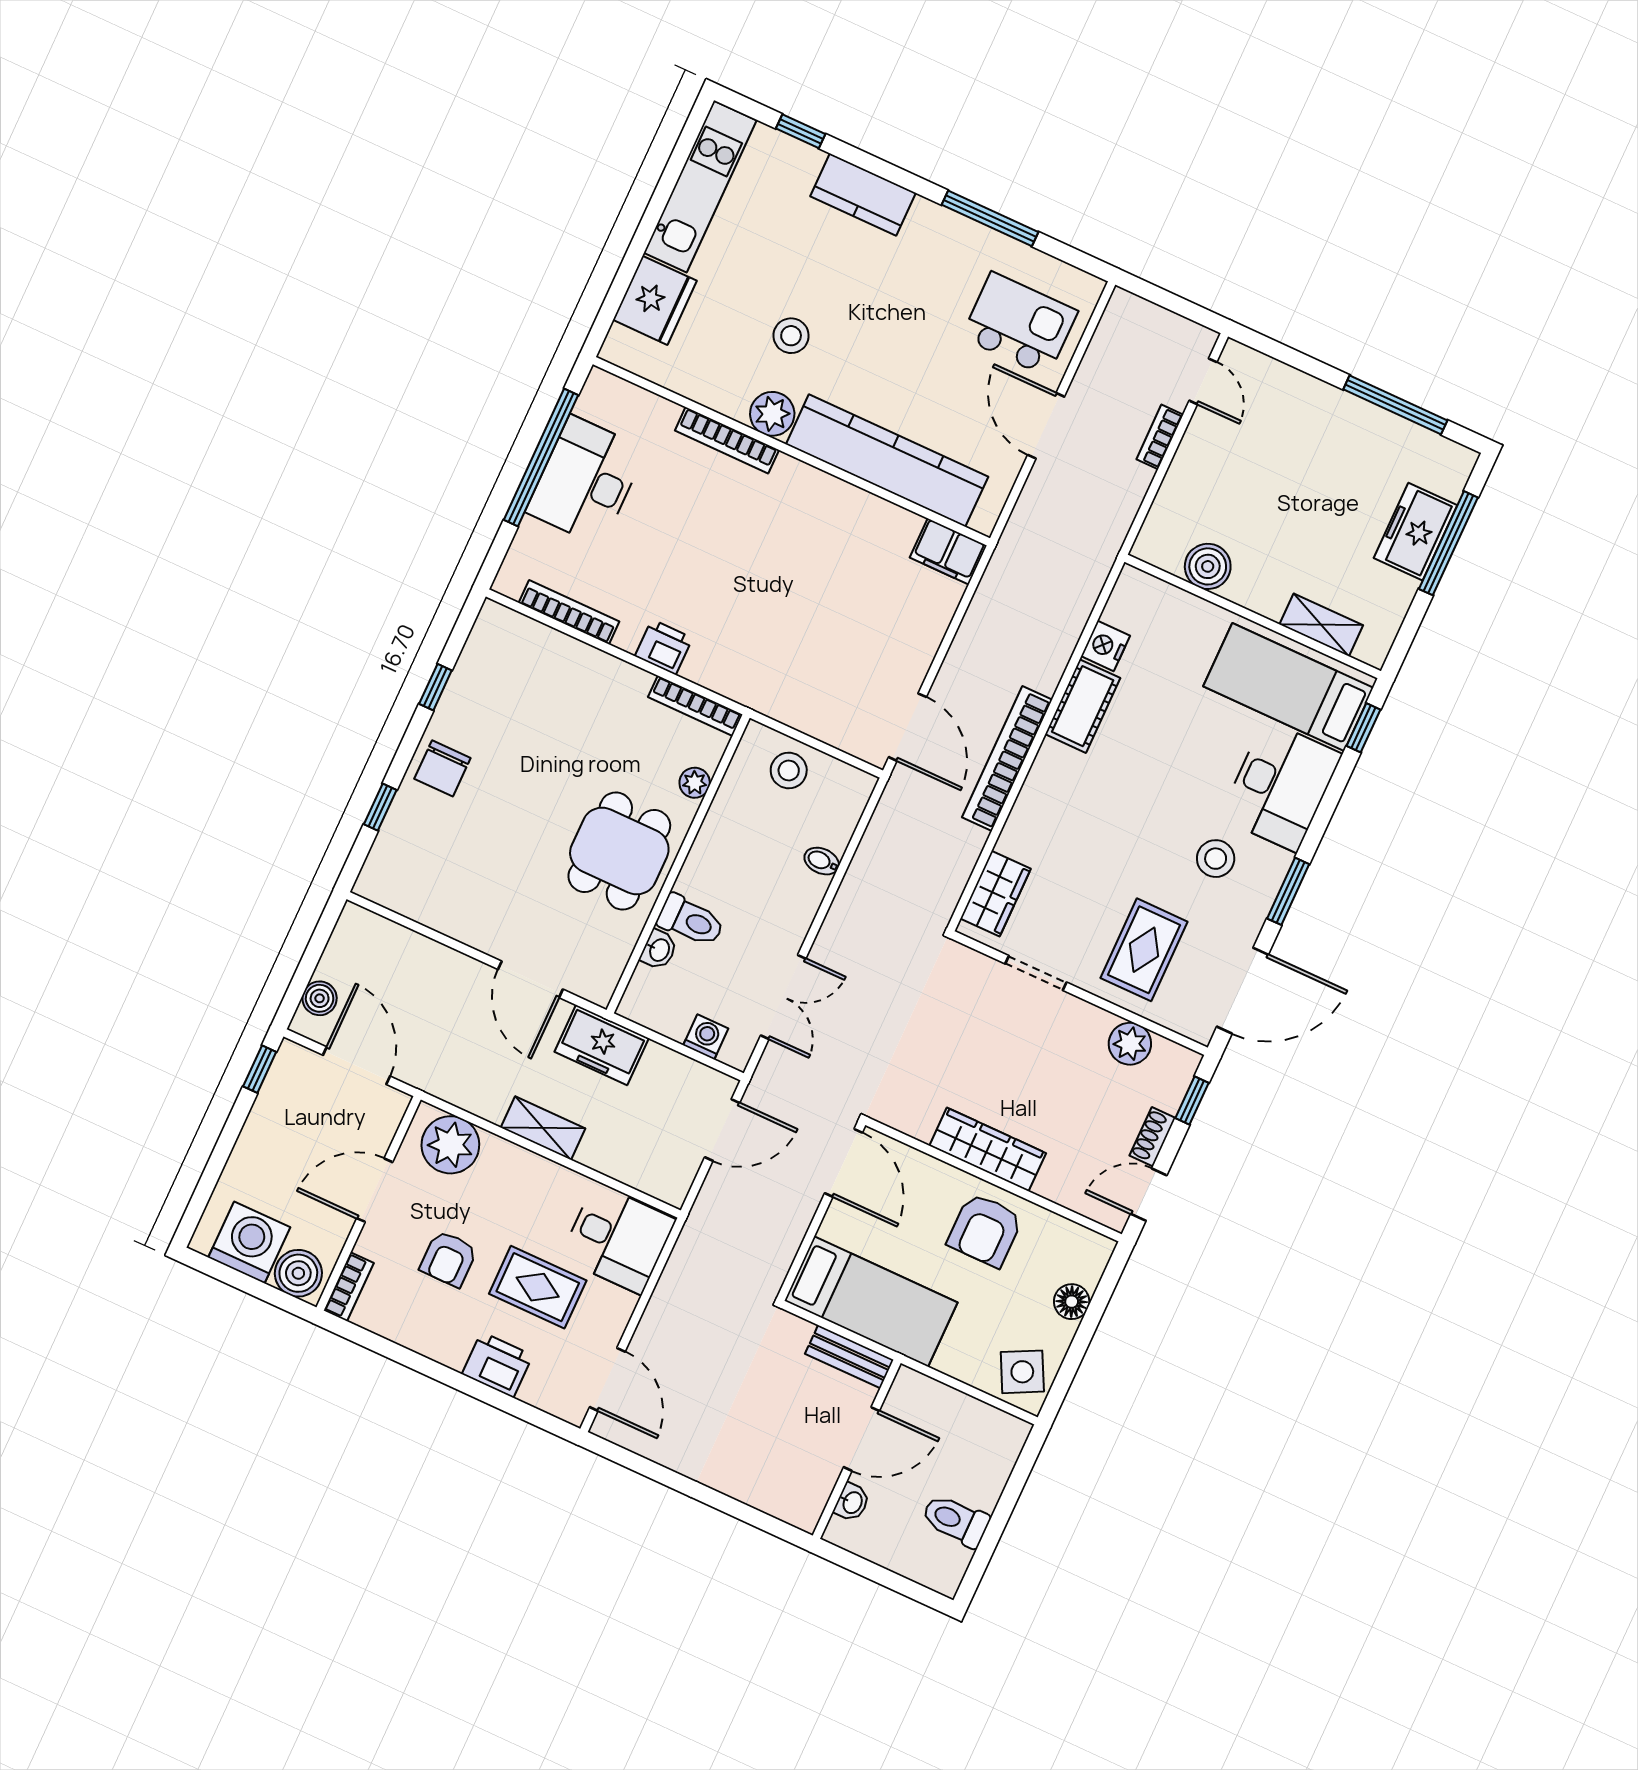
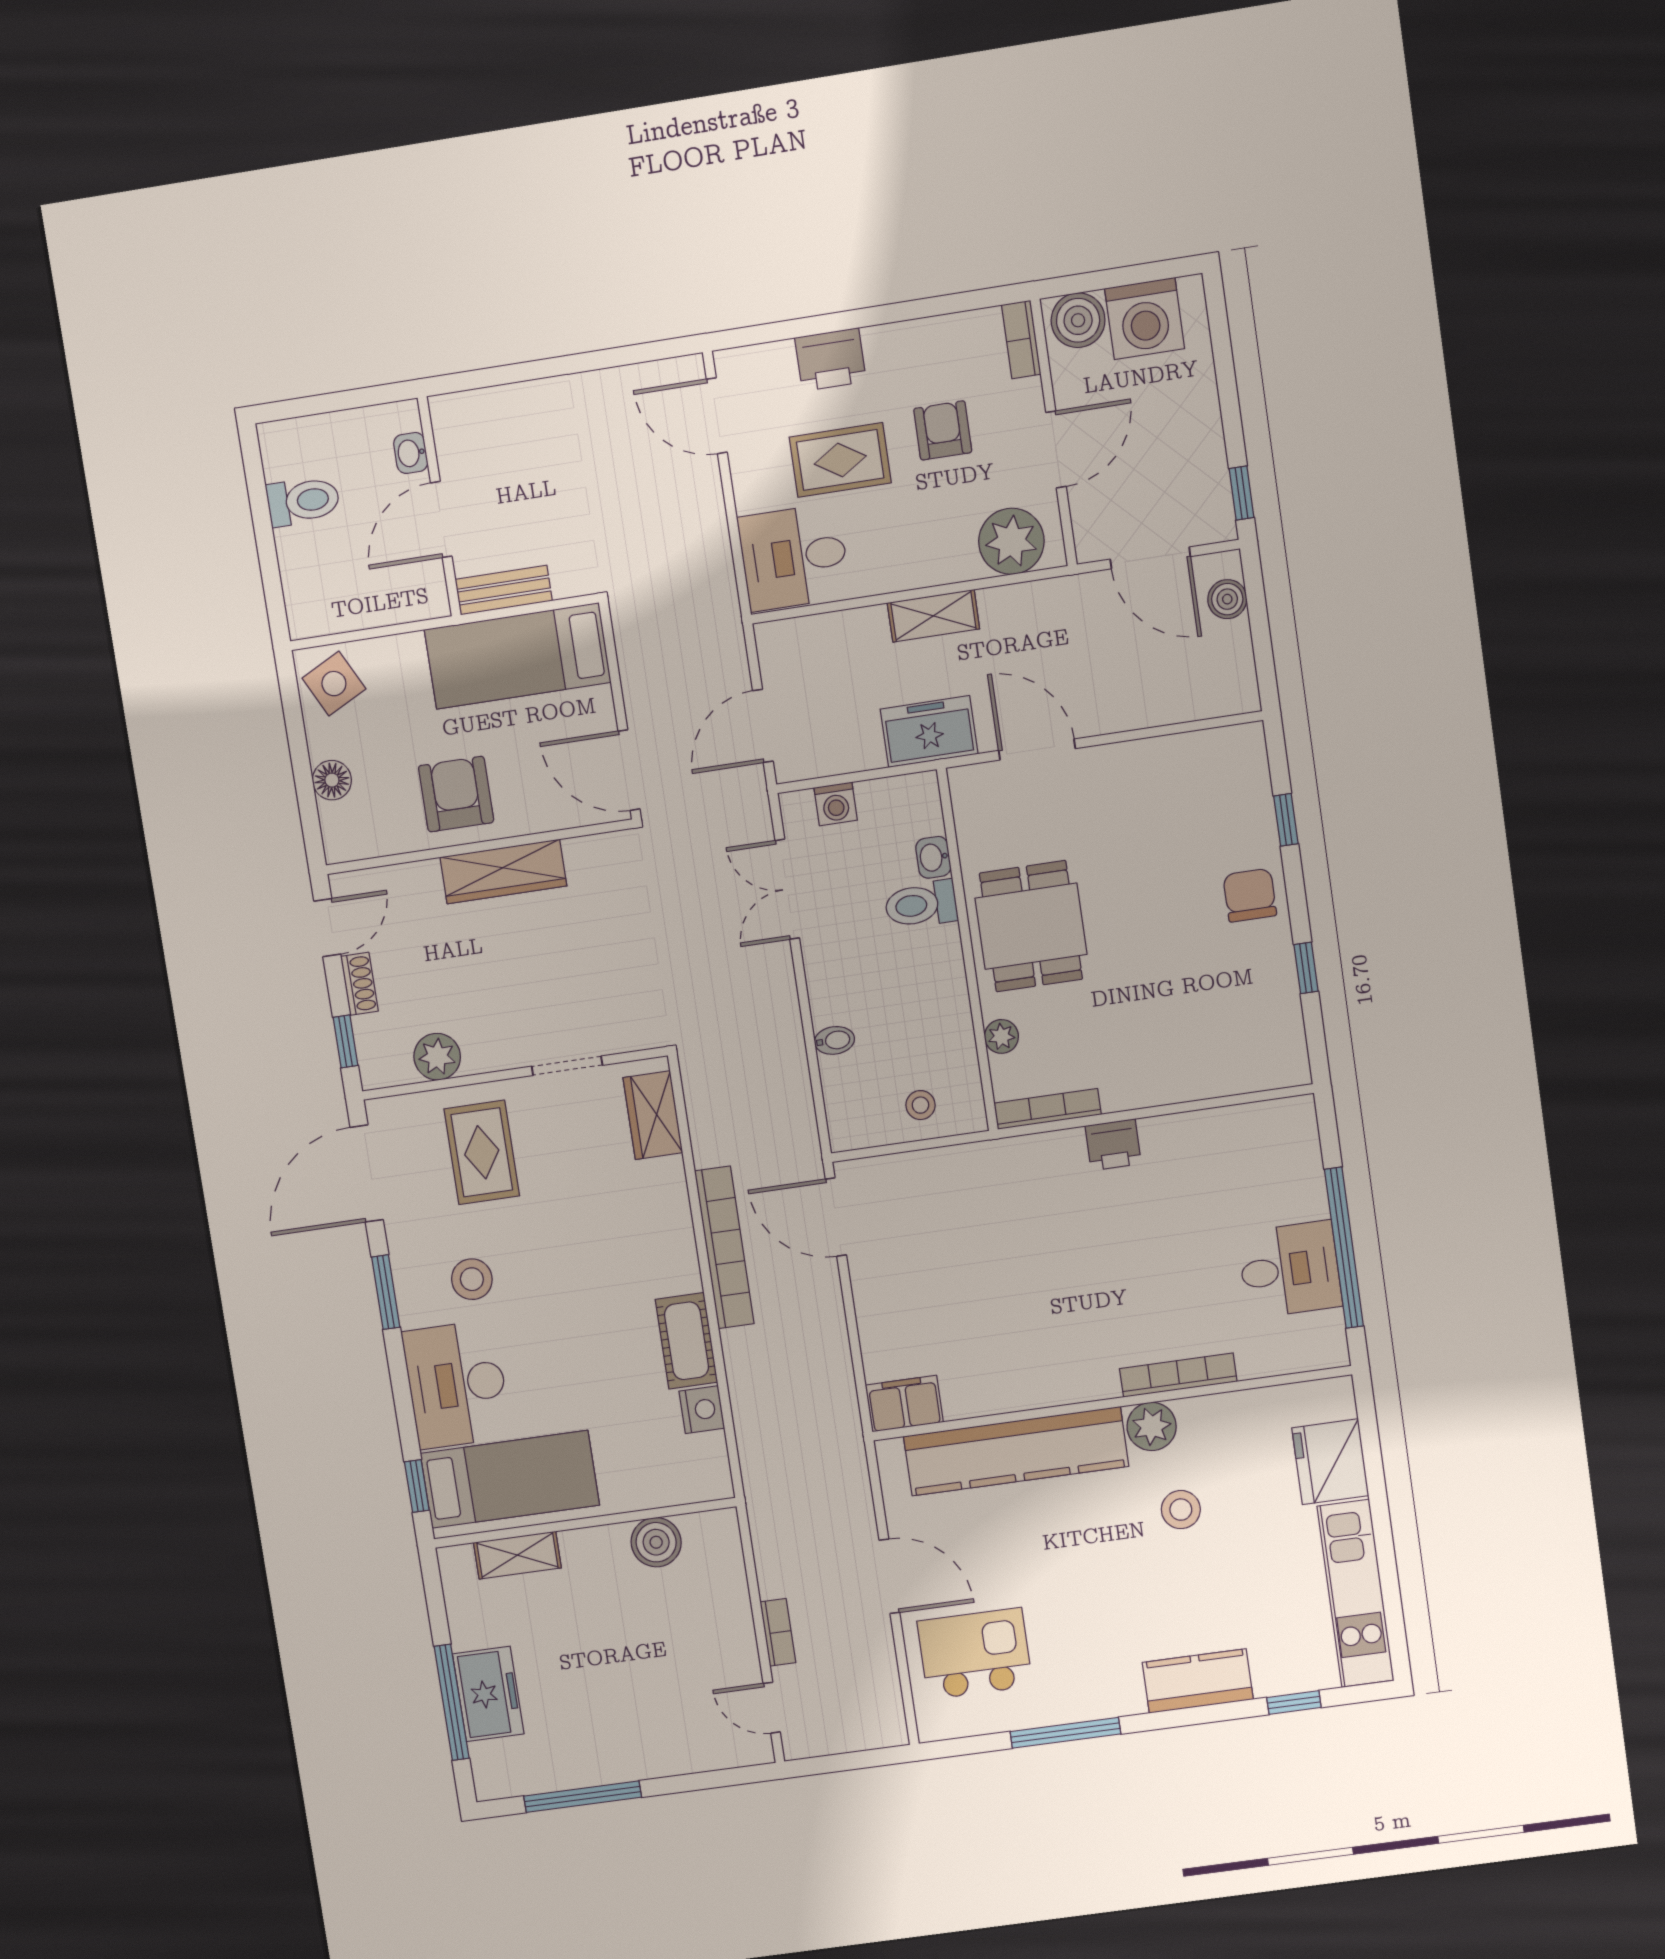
kitchen island: (1020, 324) -> (975, 1654), turned 180
desk: (586, 481) -> (1290, 1269), width x0.73
bookcase: (569, 612) -> (1224, 1120), removed
stool: (789, 770) -> (920, 1105), width x0.73, depth x0.73

